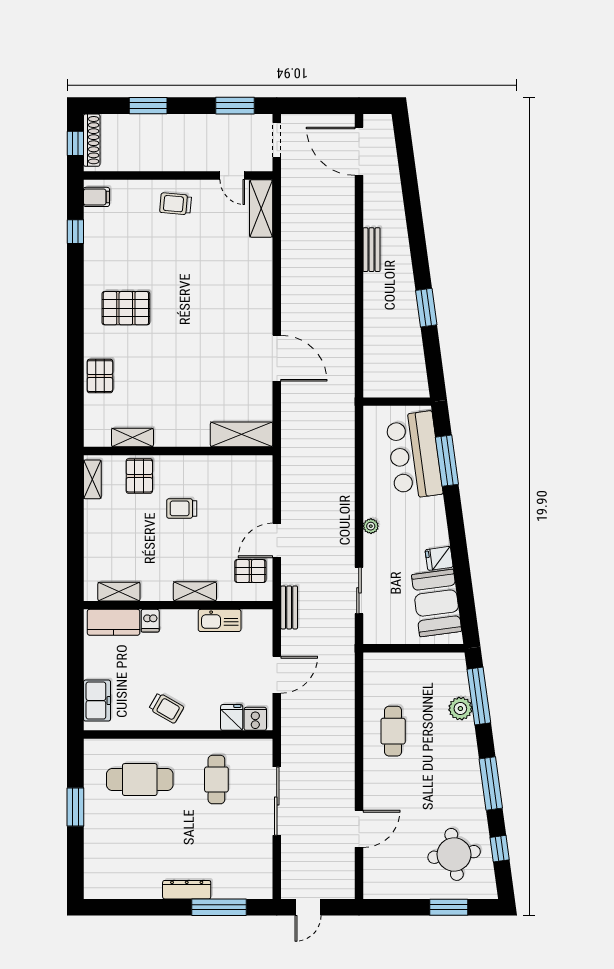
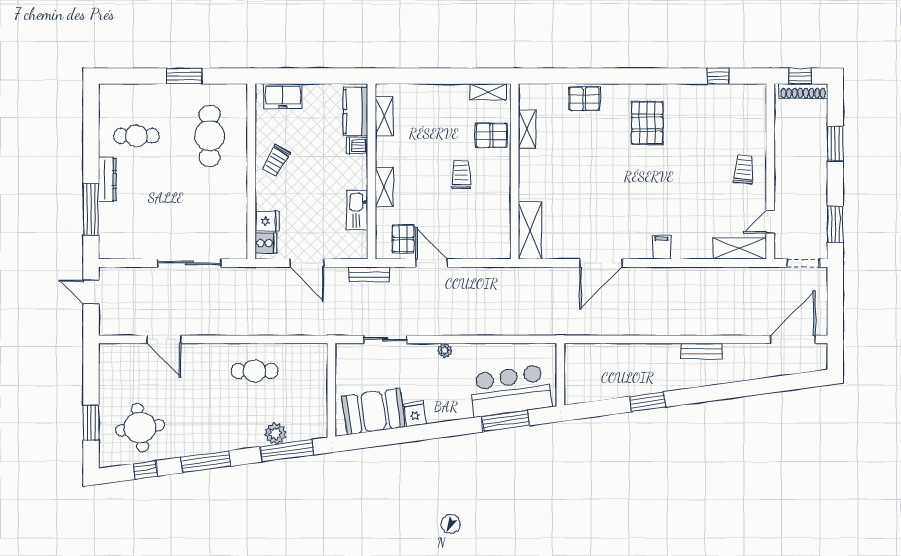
filing cabinet: (96, 197) -> (661, 247), moved, turned 180
cafe table: (216, 780) -> (136, 136), moved

